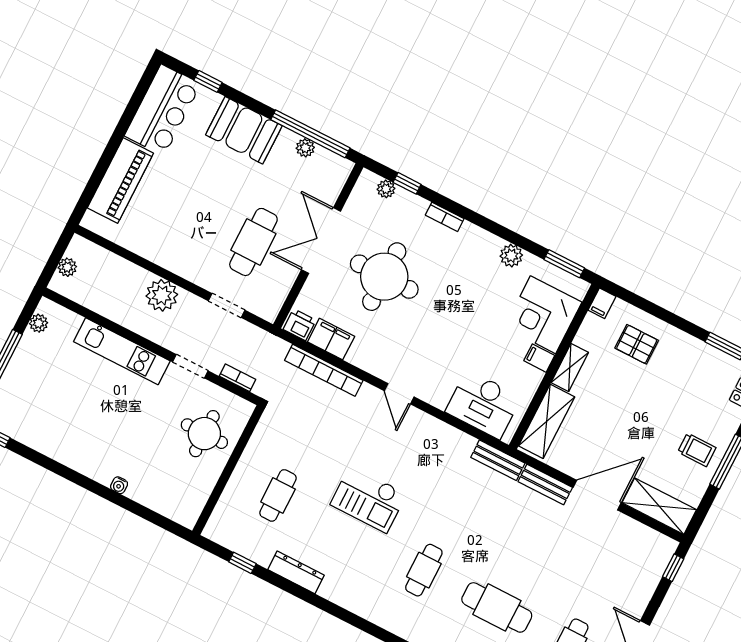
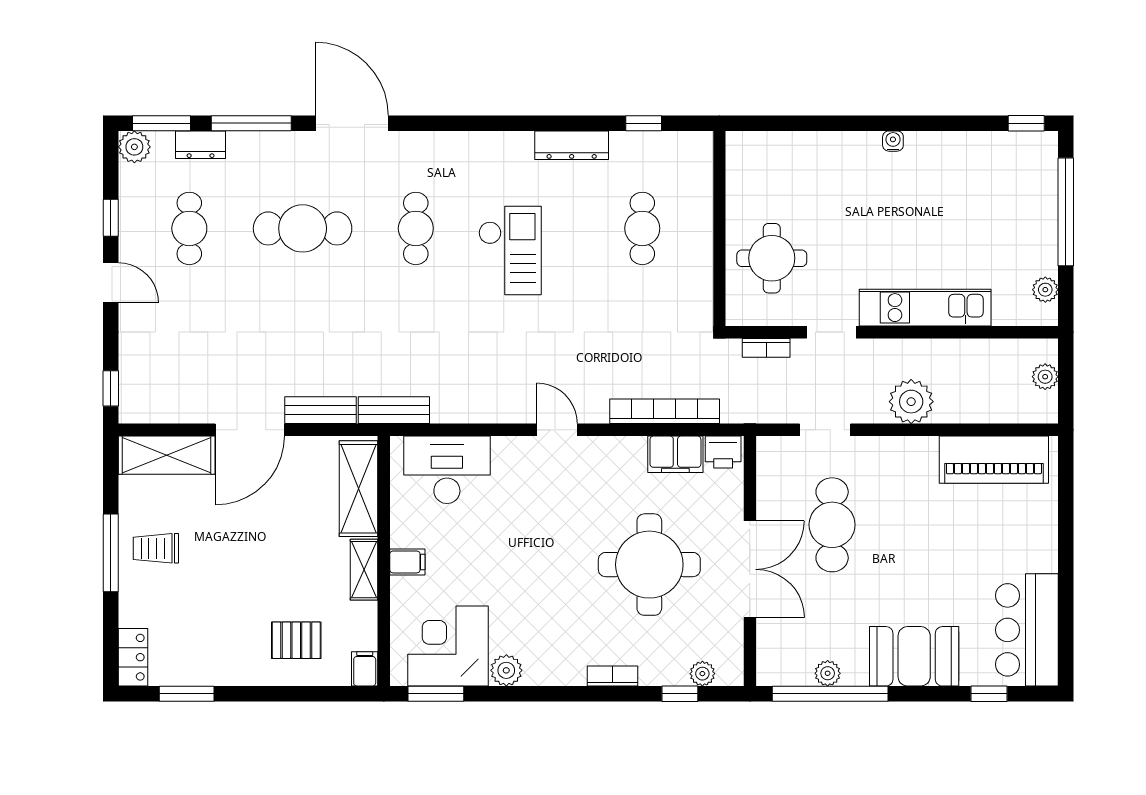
piano: (120, 180) -> (994, 460), moved, turned -90
corner desk: (543, 315) -> (448, 646), moved, turned -90
water cooler: (119, 485) -> (893, 141), moved
checkout: (368, 499) -> (510, 251), moved, turned 90

